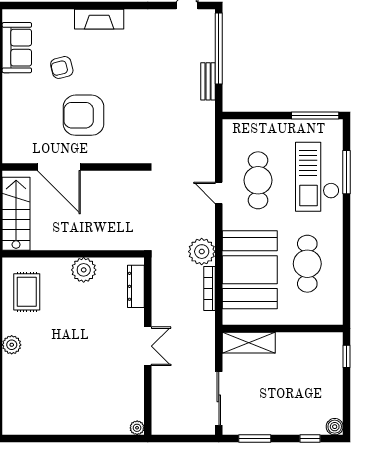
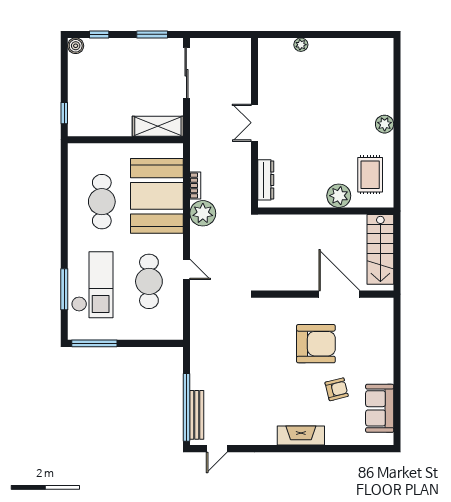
bench: (208, 81) -> (197, 415), moved, width x1.36
plant: (84, 270) -> (339, 196), moved
bookcase: (210, 289) -> (195, 185), width x0.64
plant: (137, 428) -> (301, 45), moved

